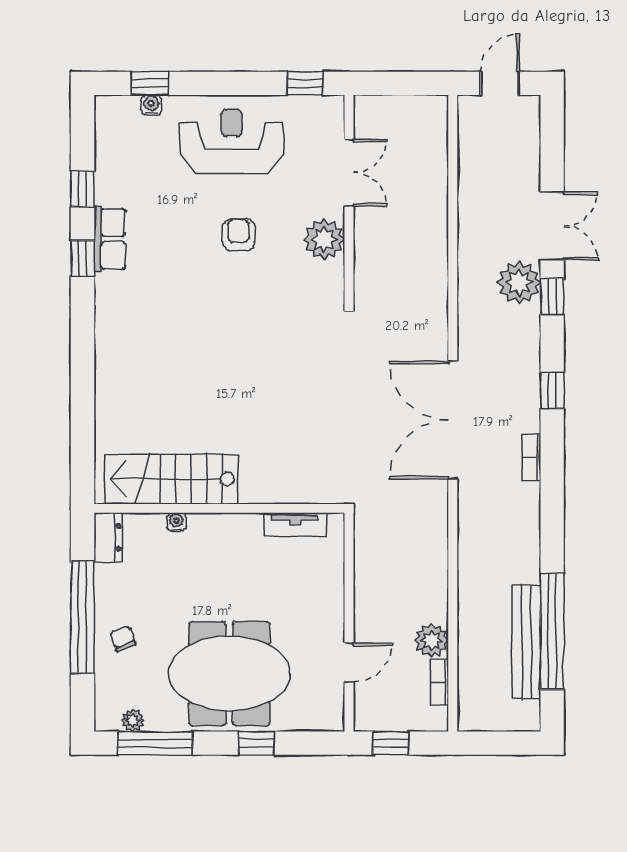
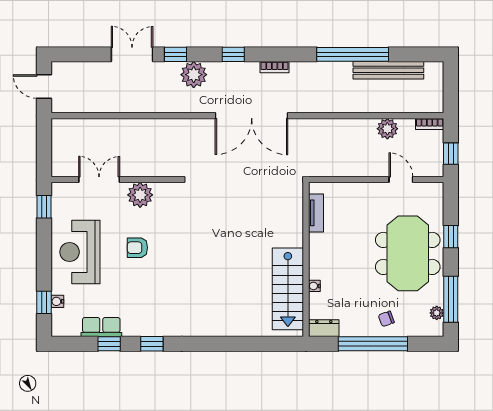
row of seats: (110, 239) -> (101, 327), moved
plant: (519, 283) -> (194, 75), moved
window: (552, 631) -> (353, 54), moved
bookcase: (439, 682) -> (430, 124), moved

